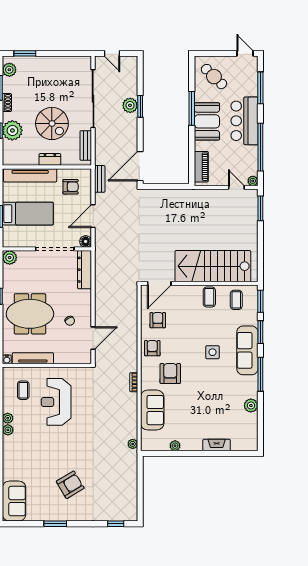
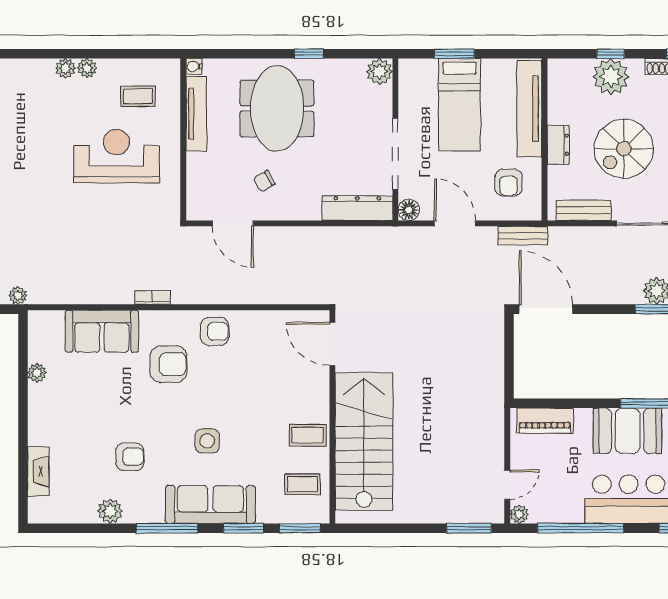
armchair: (158, 320) -> (130, 457), moved
plant: (133, 444) -> (18, 296), moved
fireplace: (217, 445) -> (38, 471), moved

